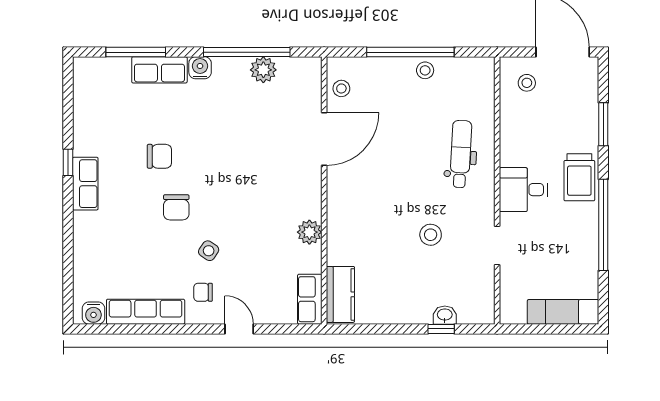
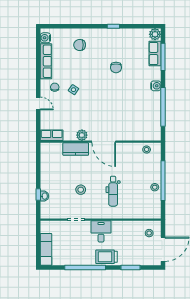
row of seats: (159, 70) -> (155, 53), moved
plant: (263, 70) -> (155, 34), moved
door: (324, 139) -> (104, 142), moved
dental chair: (461, 154) -> (113, 191), moved, turned 87
row of seats: (85, 184) -> (104, 34), removed
chair: (176, 207) -> (80, 45), moved
kitchen counter: (340, 294) -> (76, 149), moved
door: (239, 329) -> (38, 103), hinge flipped

